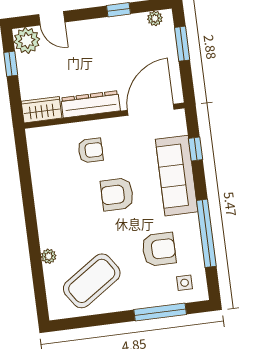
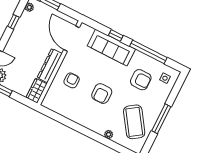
window: (196, 149) -> (116, 35), moved
armchair: (117, 194) -> (102, 94), moved
armchair: (159, 249) -> (141, 80), turned 90
window: (160, 312) -> (161, 119), moved

